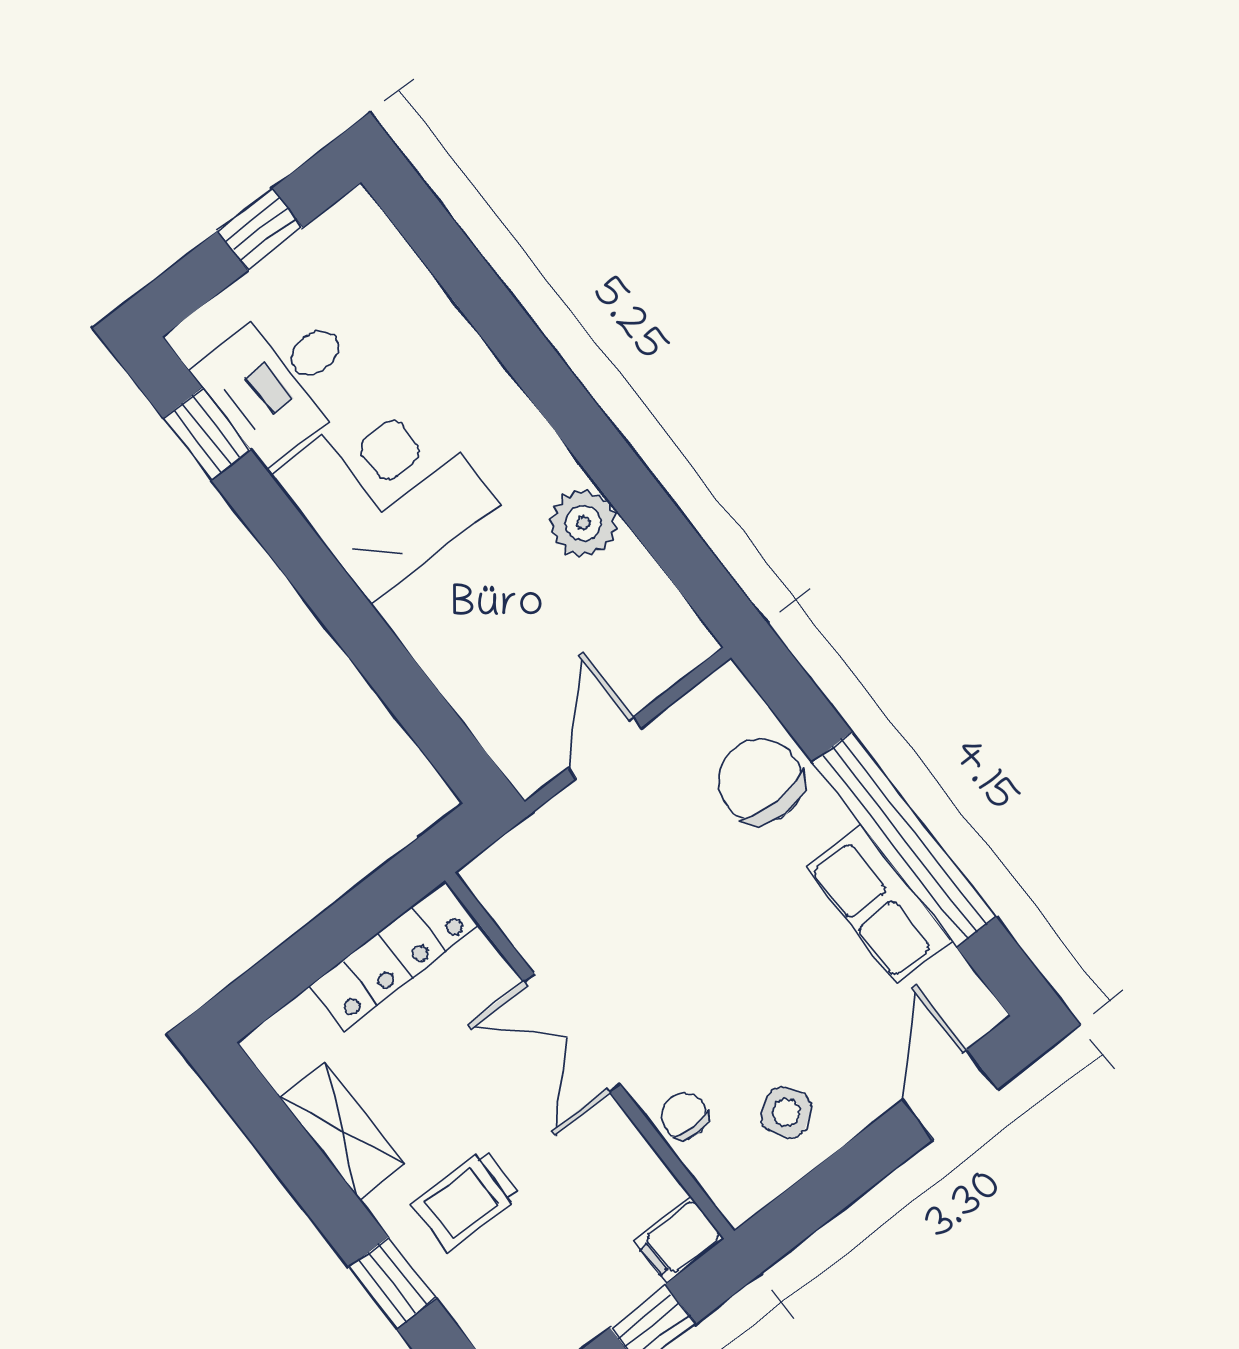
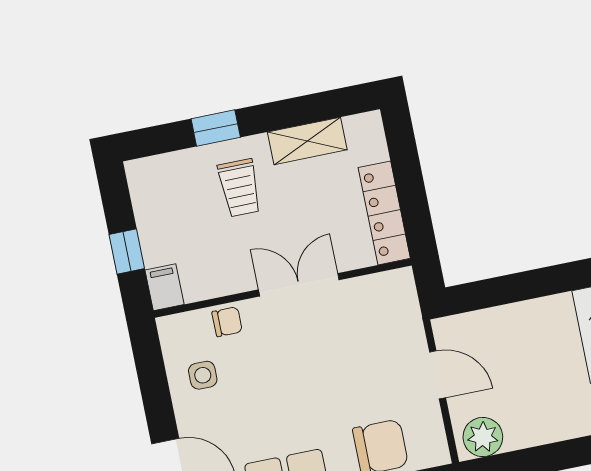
plant: (583, 523) -> (483, 437), moved
side table: (786, 1112) -> (203, 375), turned 33
trolley: (467, 1200) -> (240, 188), turned 180

